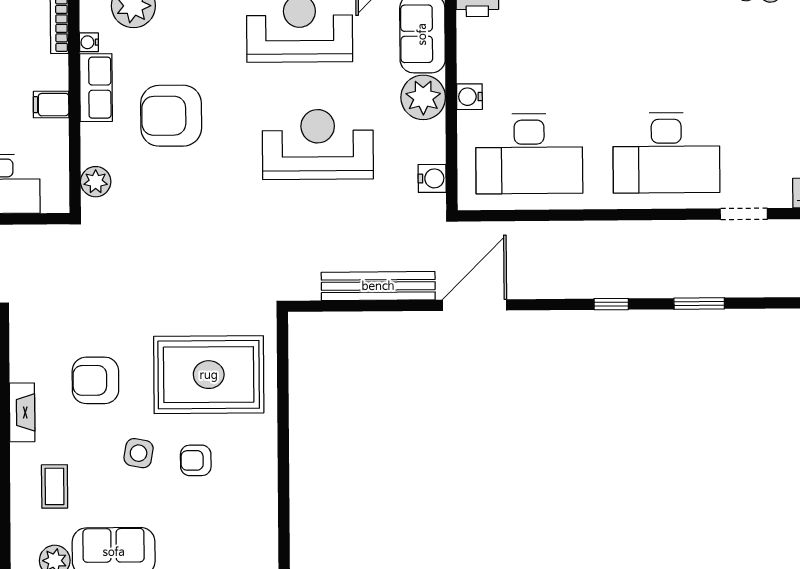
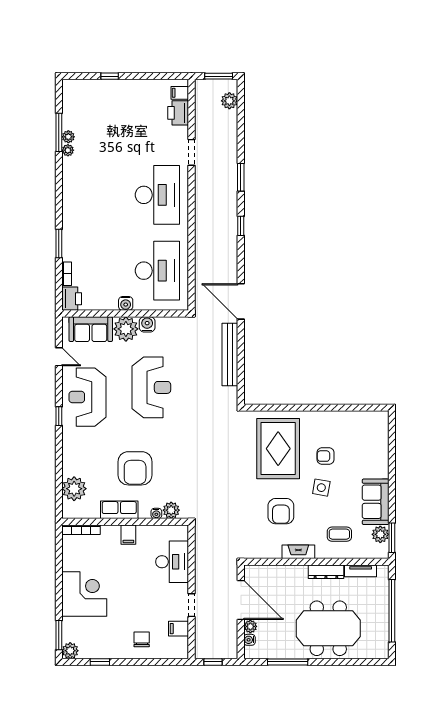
water cooler: (89, 42) -> (156, 513), moved
reception desk: (318, 144) -> (151, 387), turned 180
water cooler: (432, 178) -> (147, 324), moved
armchair: (196, 460) -> (326, 456), turned 90

